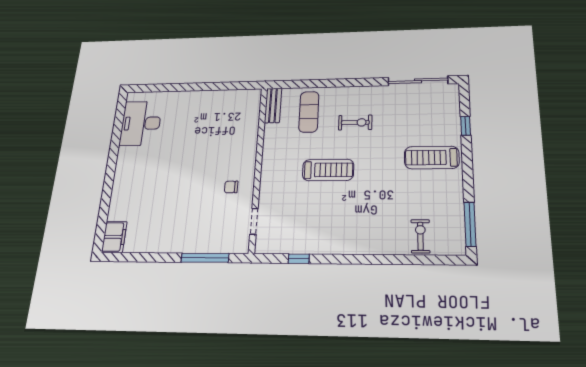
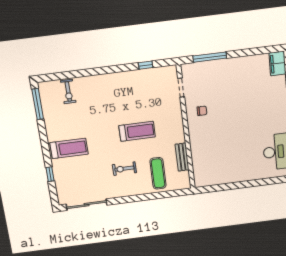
bench: (273, 105) -> (182, 157), moved
treadmill: (328, 170) -> (137, 131), turned 180

